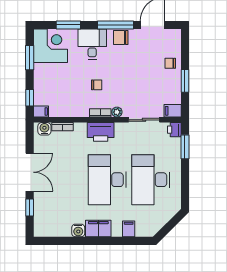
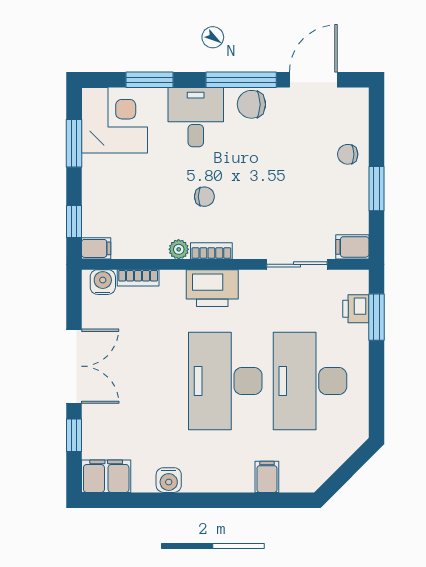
plant: (117, 112) -> (179, 249), moved
printer: (174, 130) -> (356, 309), moved
filing cabinet: (98, 229) -> (106, 476), moved

